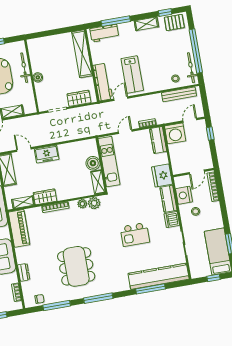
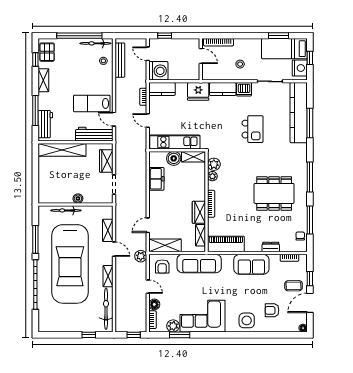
lab bench: (132, 75) -> (92, 103), turned 180
freezer: (47, 154) -> (156, 179), moved
nightstand: (184, 195) -> (300, 68), moved, turned -90

